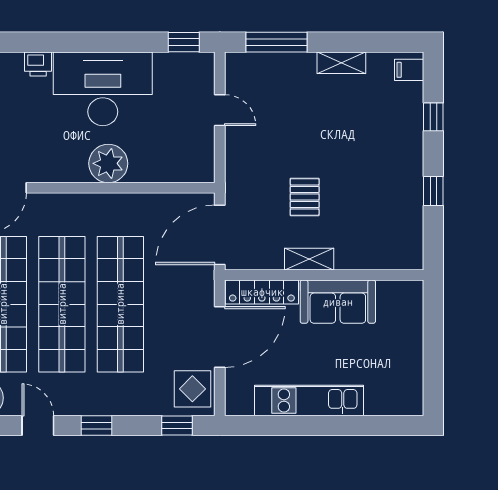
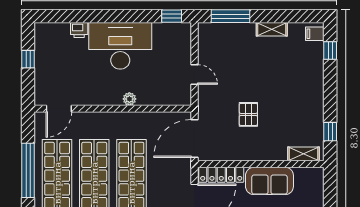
door: (220, 110) -> (194, 74), moved
window: (433, 117) -> (330, 50), moved
plant: (108, 163) -> (129, 99), width x0.53, depth x0.53
window: (433, 191) -> (330, 132), moved
shelving: (309, 259) -> (303, 154), moved

